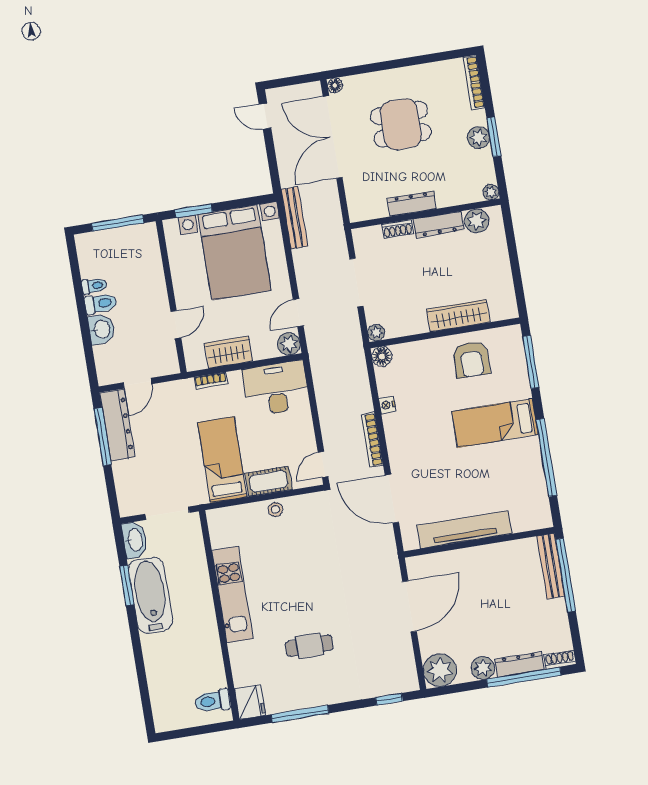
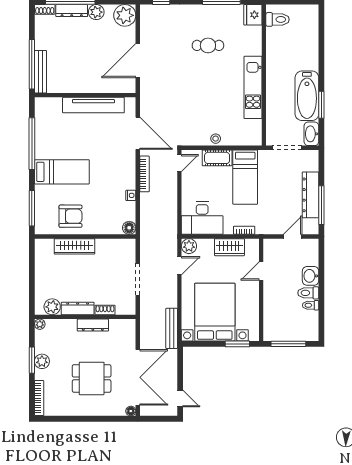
plant: (376, 333) -> (130, 244), removed
armchair: (471, 359) -> (70, 216), turned 90
dresser: (117, 425) -> (310, 195), moved

